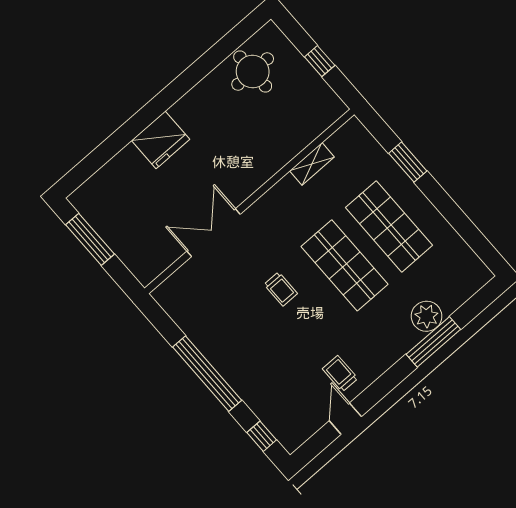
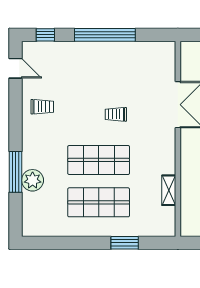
door: (345, 419) -> (15, 68), moved

